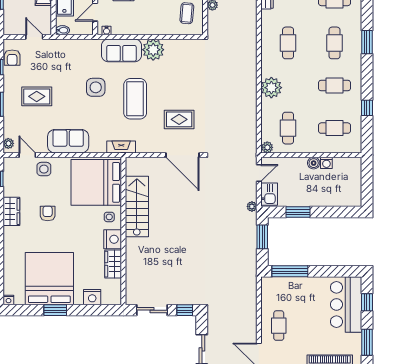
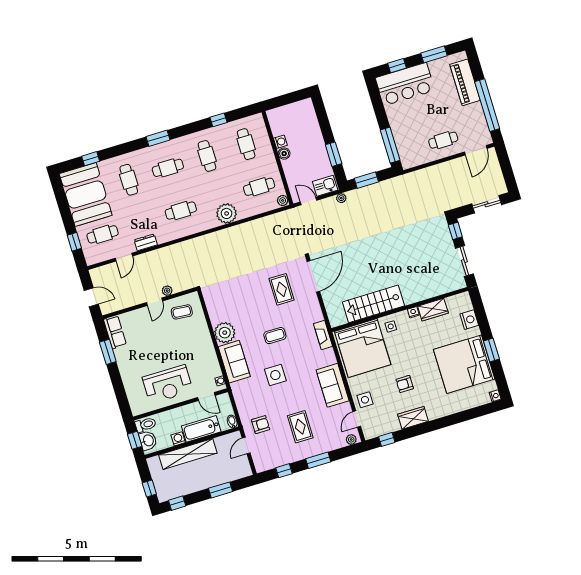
armchair: (12, 58) -> (261, 425), moved
coffee table: (135, 99) -> (275, 336), width x0.54, depth x0.58
nightstand: (113, 239) -> (413, 312), width x0.53, depth x0.56

